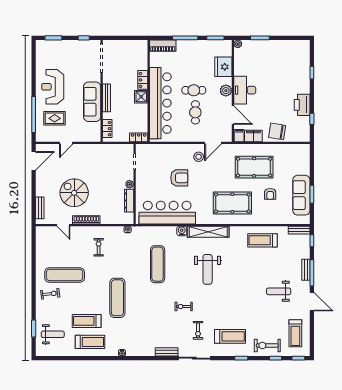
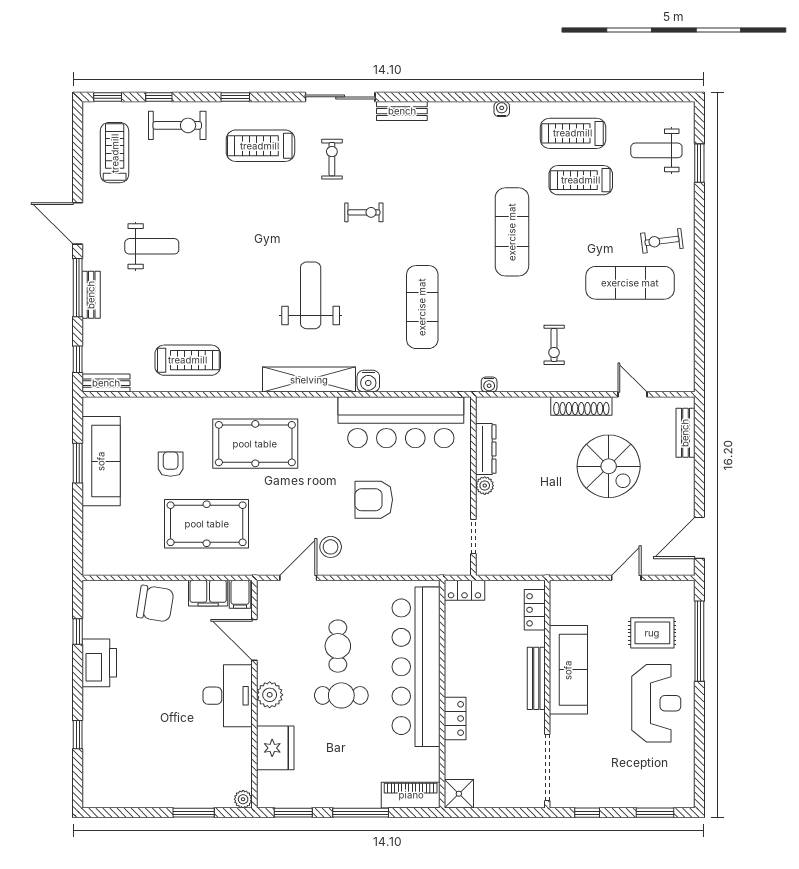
shower: (141, 97) -> (459, 794), moved
treadmill: (87, 321) -> (581, 180), turned 180

